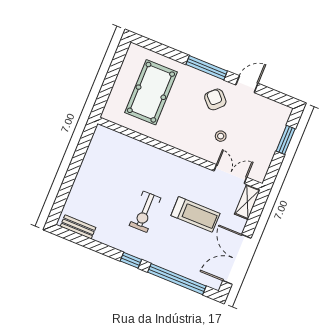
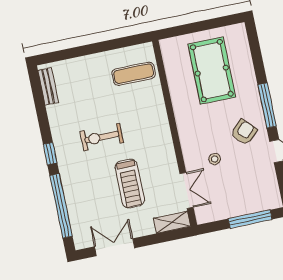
pool table: (151, 92) -> (212, 71), turned 90
window: (286, 140) -> (250, 219), width x1.44
exercise mat: (113, 154) -> (134, 74), added
double door: (237, 259) -> (115, 247), width x0.73

